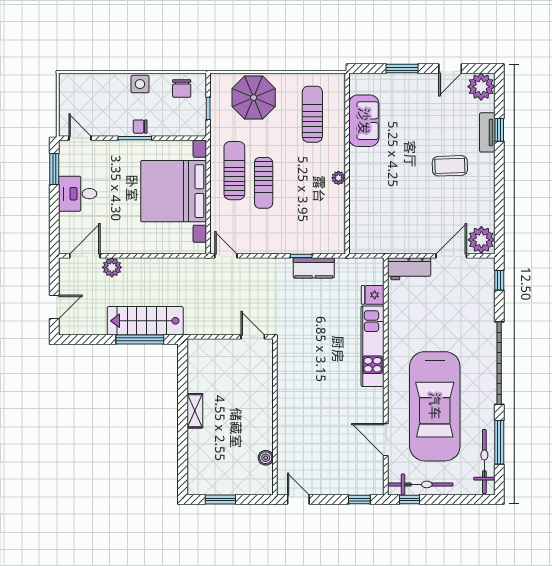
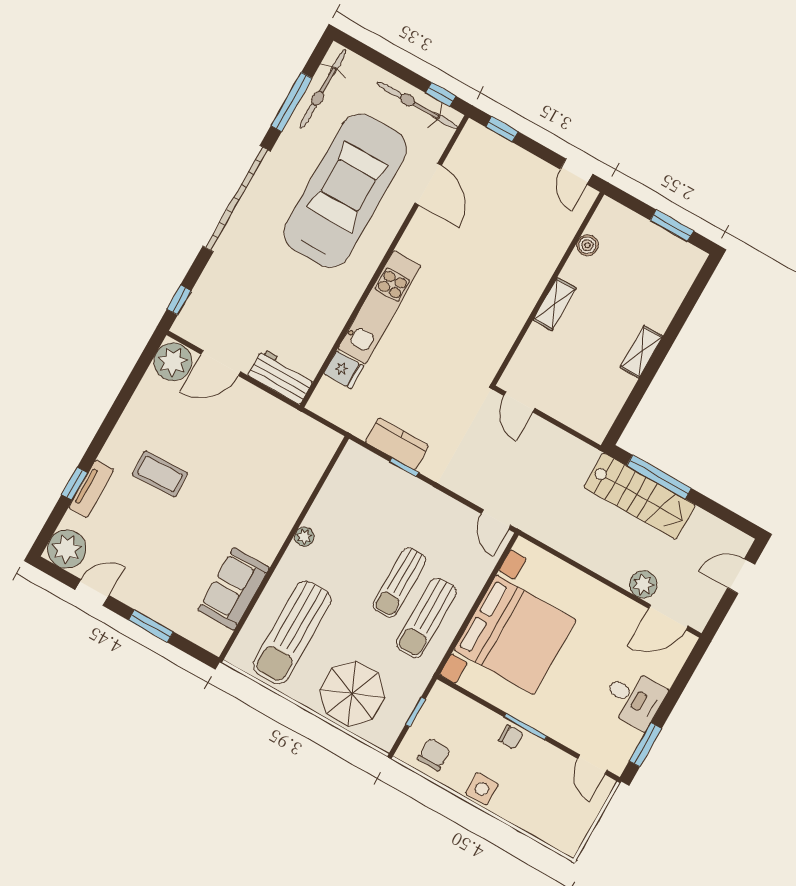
sun lounger: (312, 114) -> (292, 633), width x1.36, depth x1.34
sun lounger: (264, 183) -> (399, 582), turned 180
shelving: (265, 410) -> (555, 304), added

